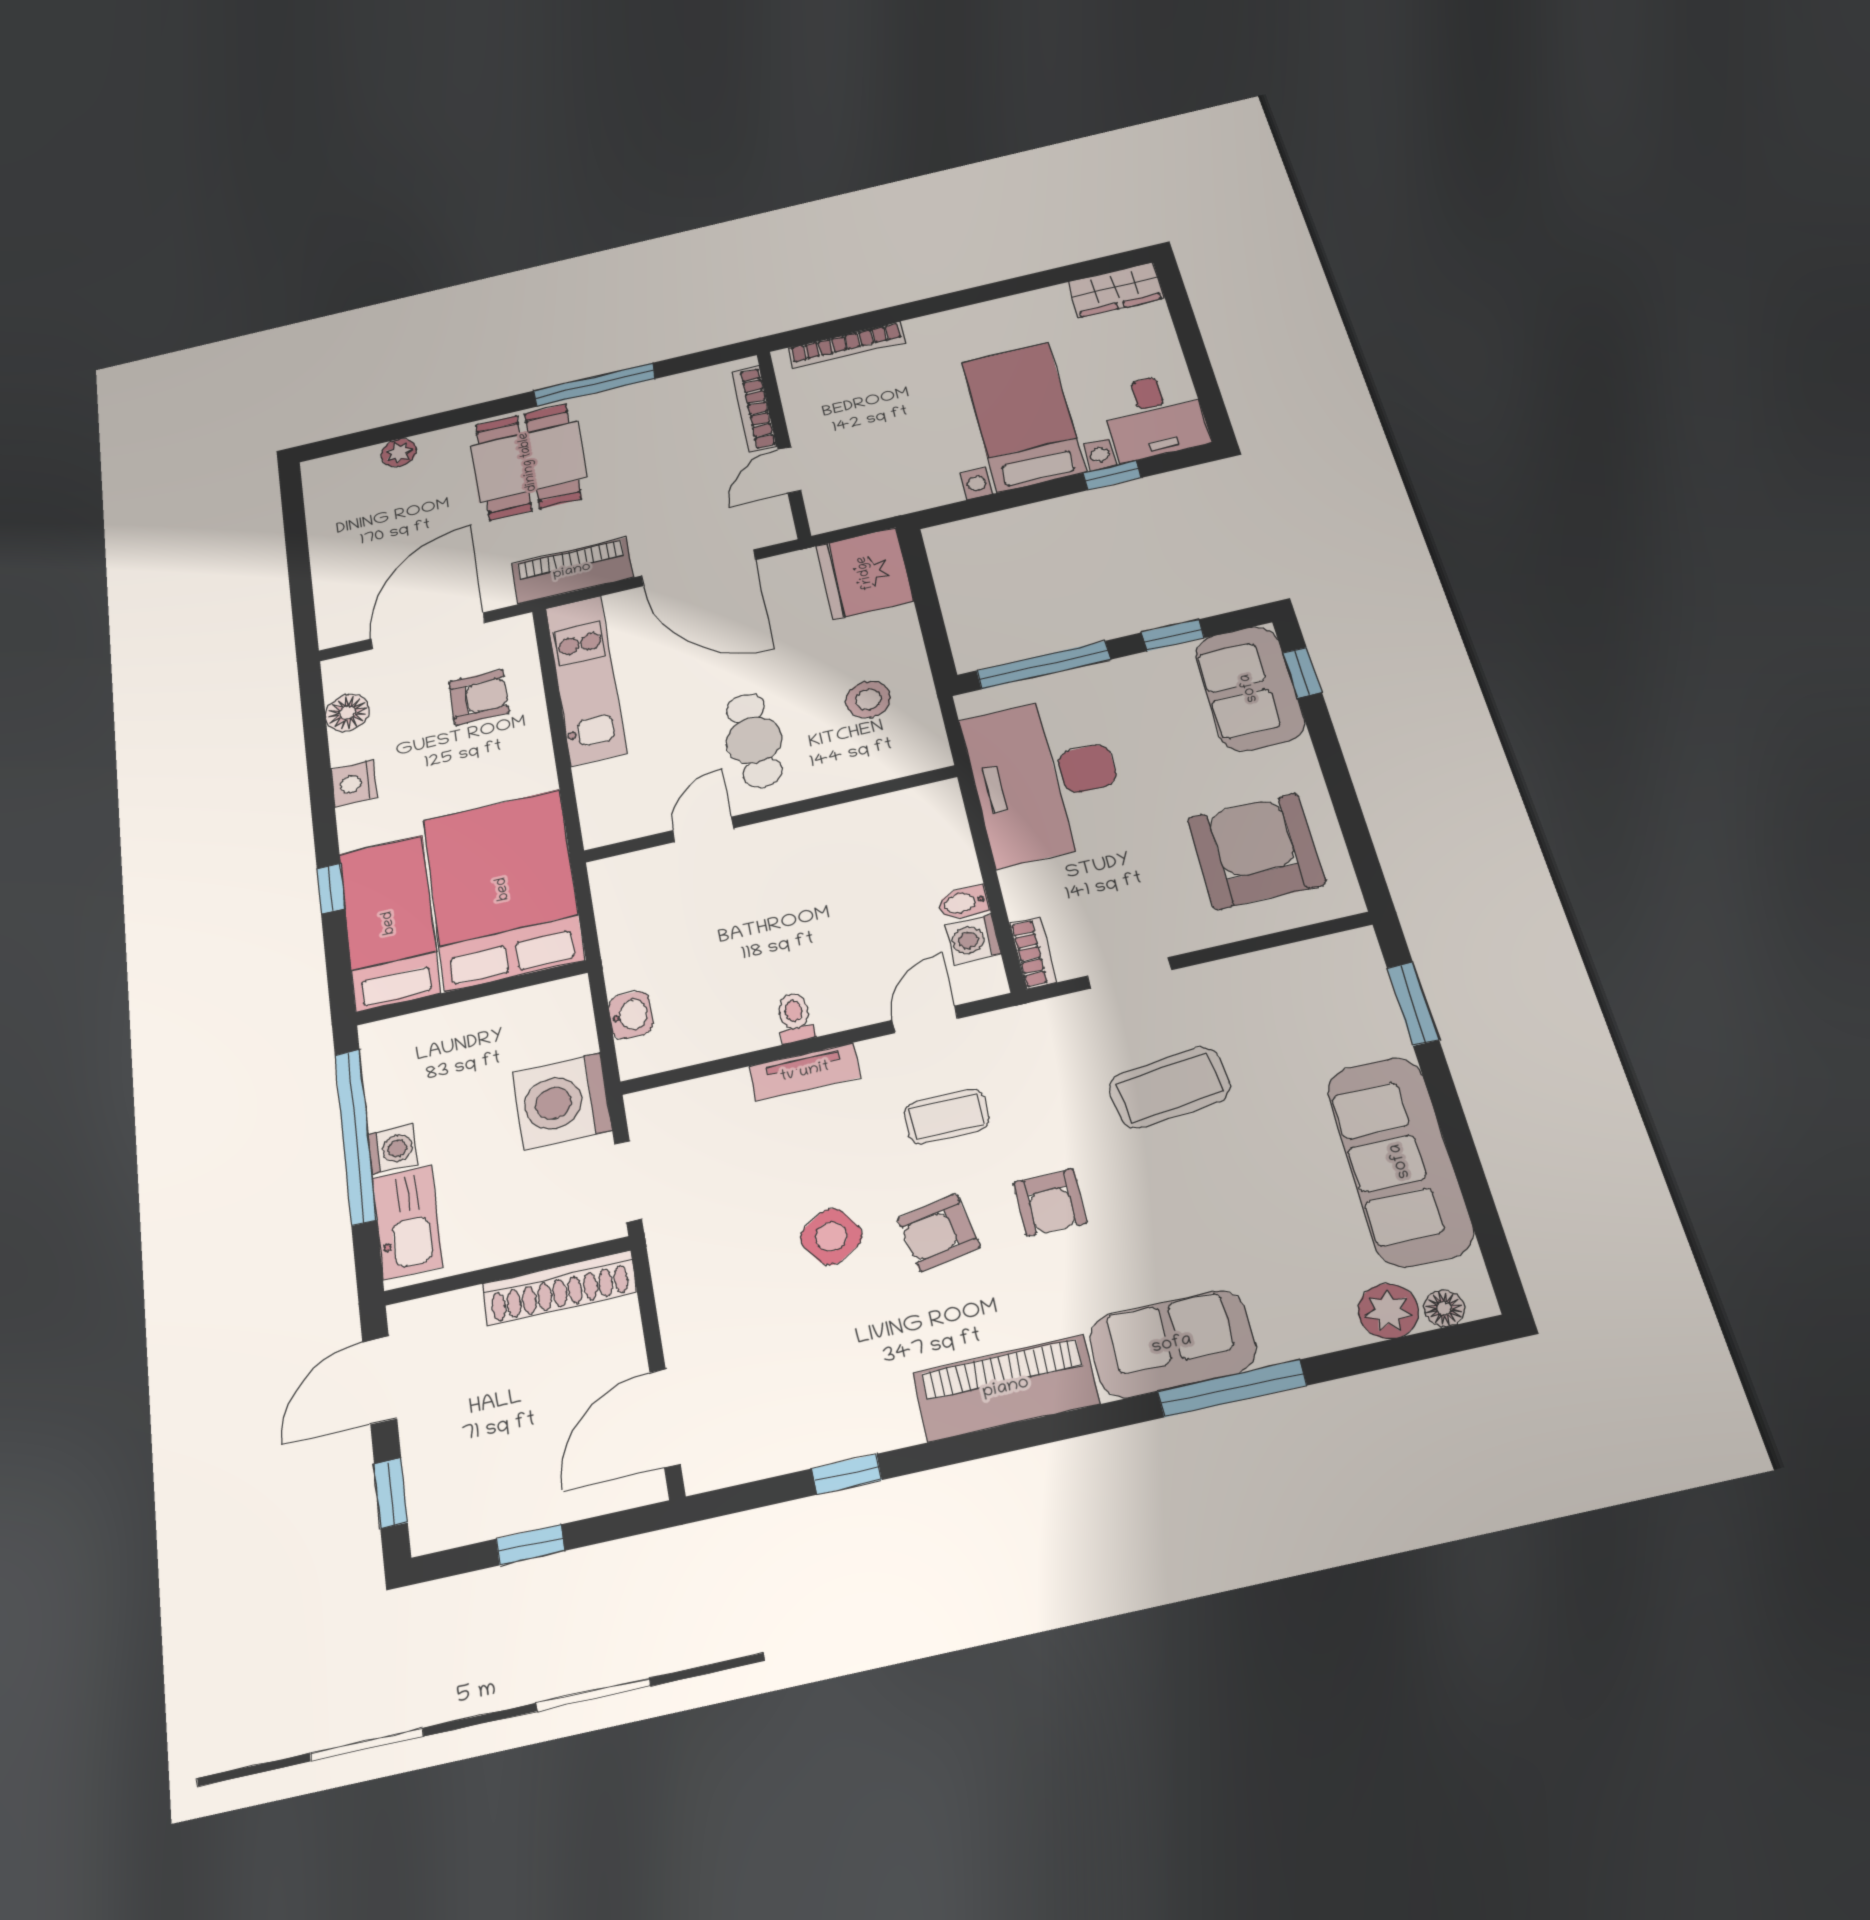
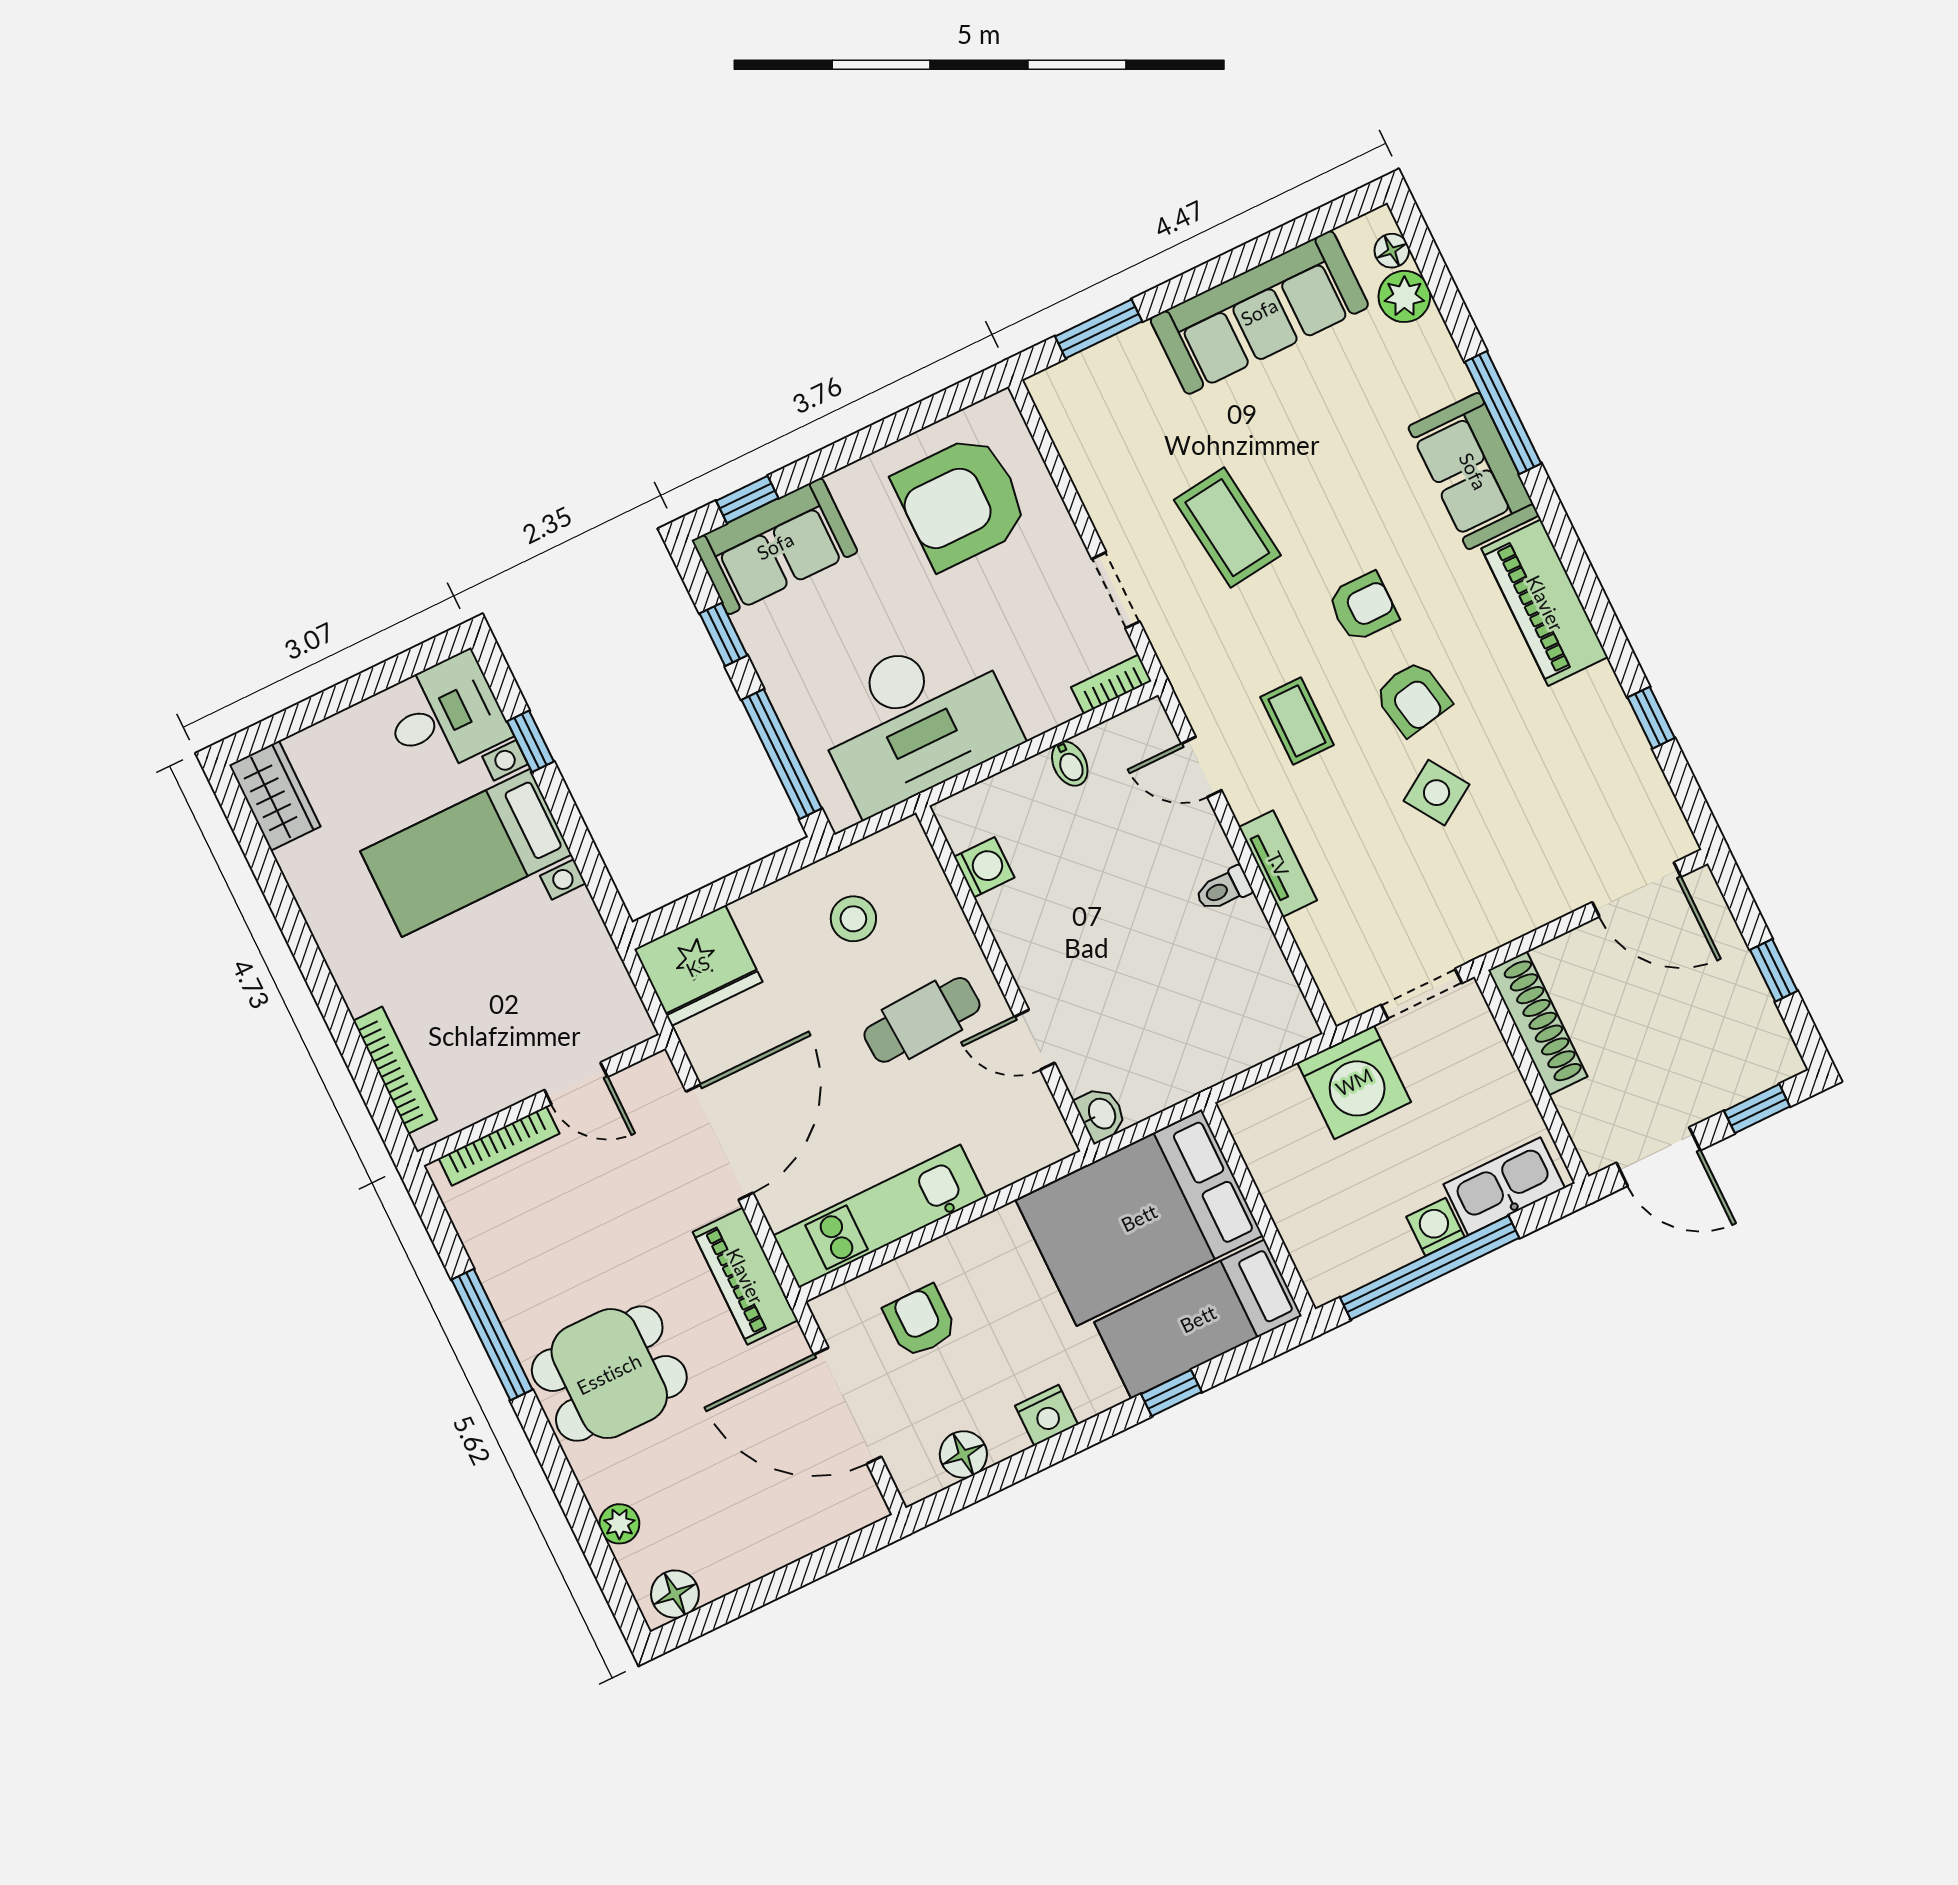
floor lamp: (323, 484) -> (675, 1594), added
washing machine: (973, 939) -> (984, 867), moved, turned -90
washbasin: (631, 1015) -> (1101, 1114), moved, turned 90

